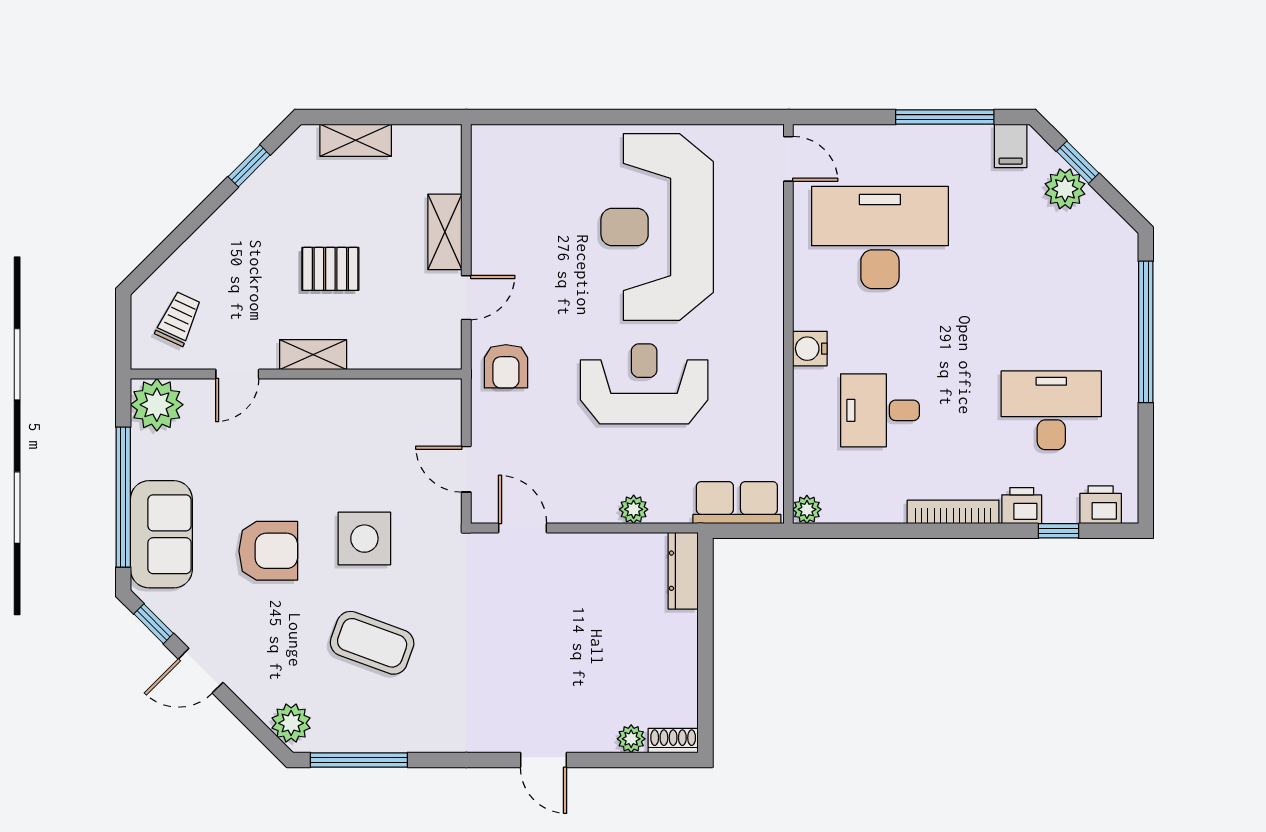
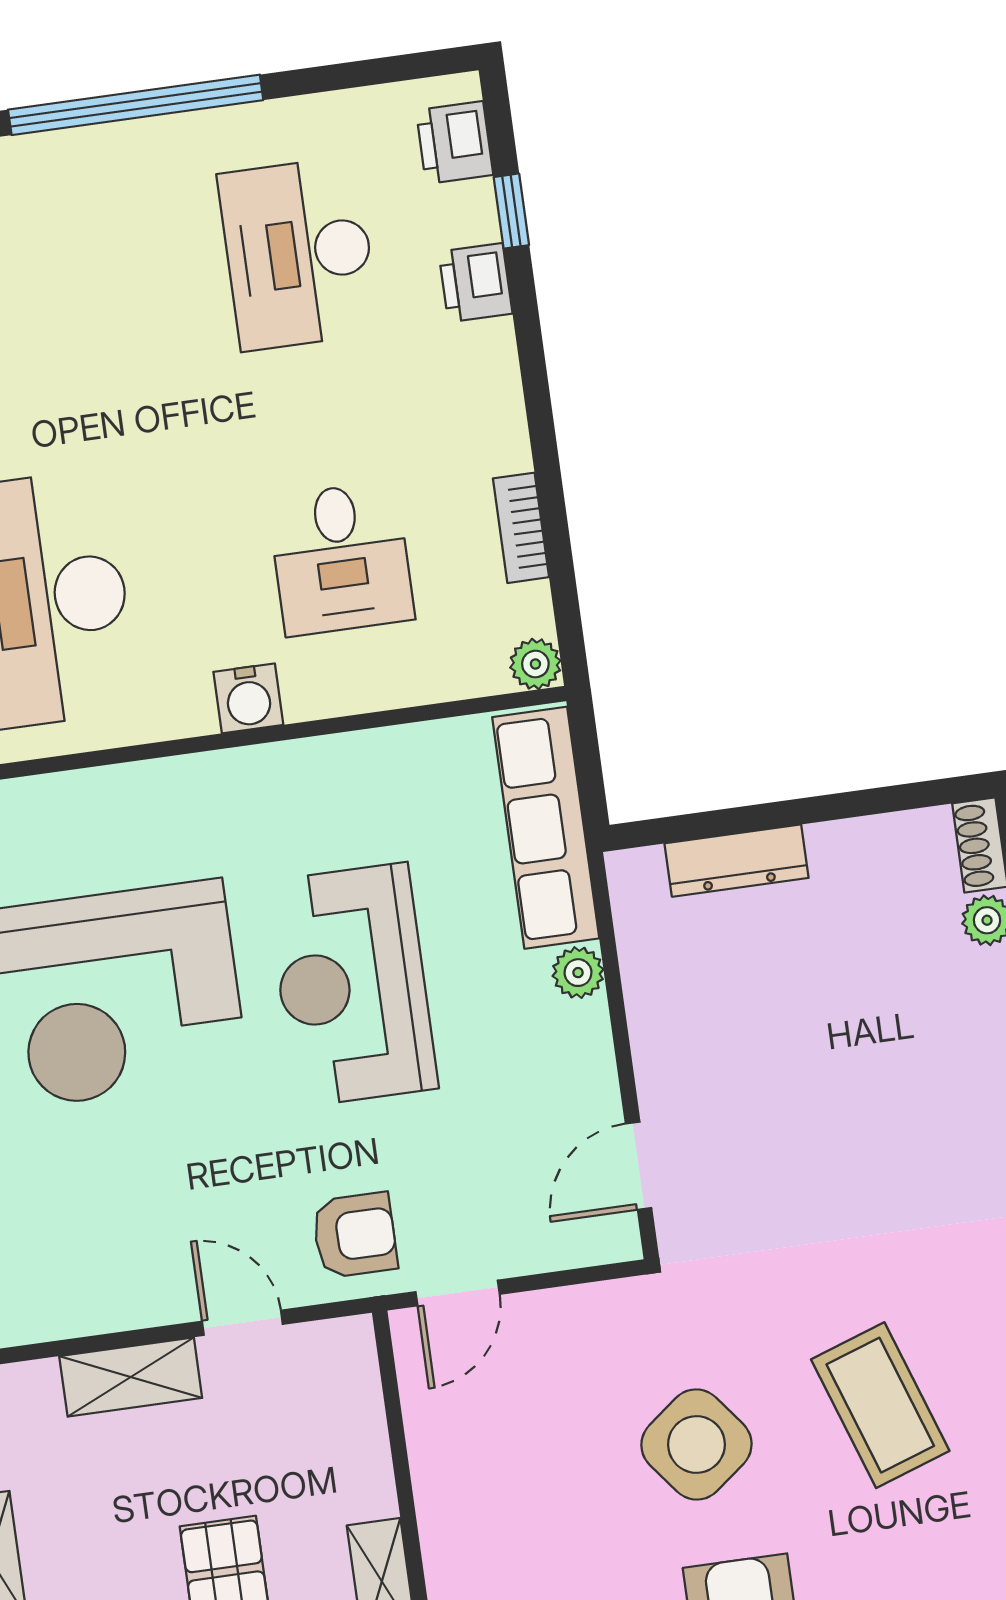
door: (466, 469) -> (458, 1293), moved
row of seats: (737, 503) -> (546, 828), width x1.48
bookcase: (953, 512) -> (521, 528), moved, width x0.64
side table: (364, 539) -> (696, 1444), turned -38
dresser: (683, 571) -> (737, 861), moved
coffee table: (372, 643) -> (880, 1405), turned -39

